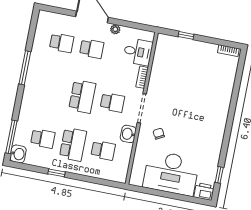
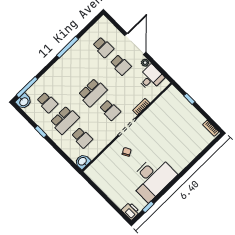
desk: (138, 52) -> (151, 78), moved, turned -90
washbasin: (128, 134) -> (83, 161), moved
desk: (171, 173) -> (152, 178), moved, turned -90

